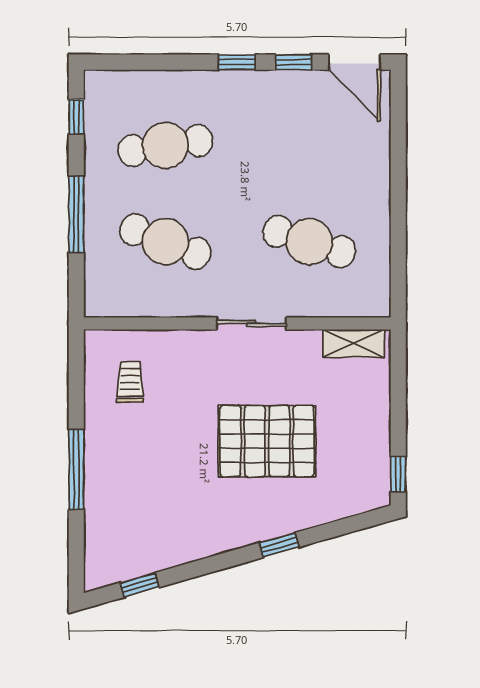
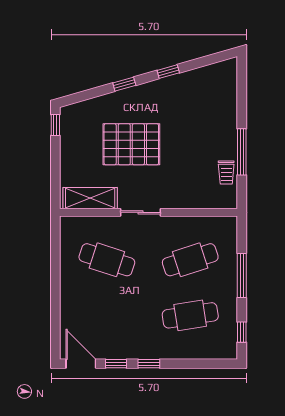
cafe table: (165, 242) -> (190, 260), turned -39
shelving: (354, 343) -> (90, 198), width x1.50, depth x1.33
trolley: (130, 382) -> (226, 173), moved
window: (76, 469) -> (242, 152), moved
window: (140, 585) -> (168, 72), moved

